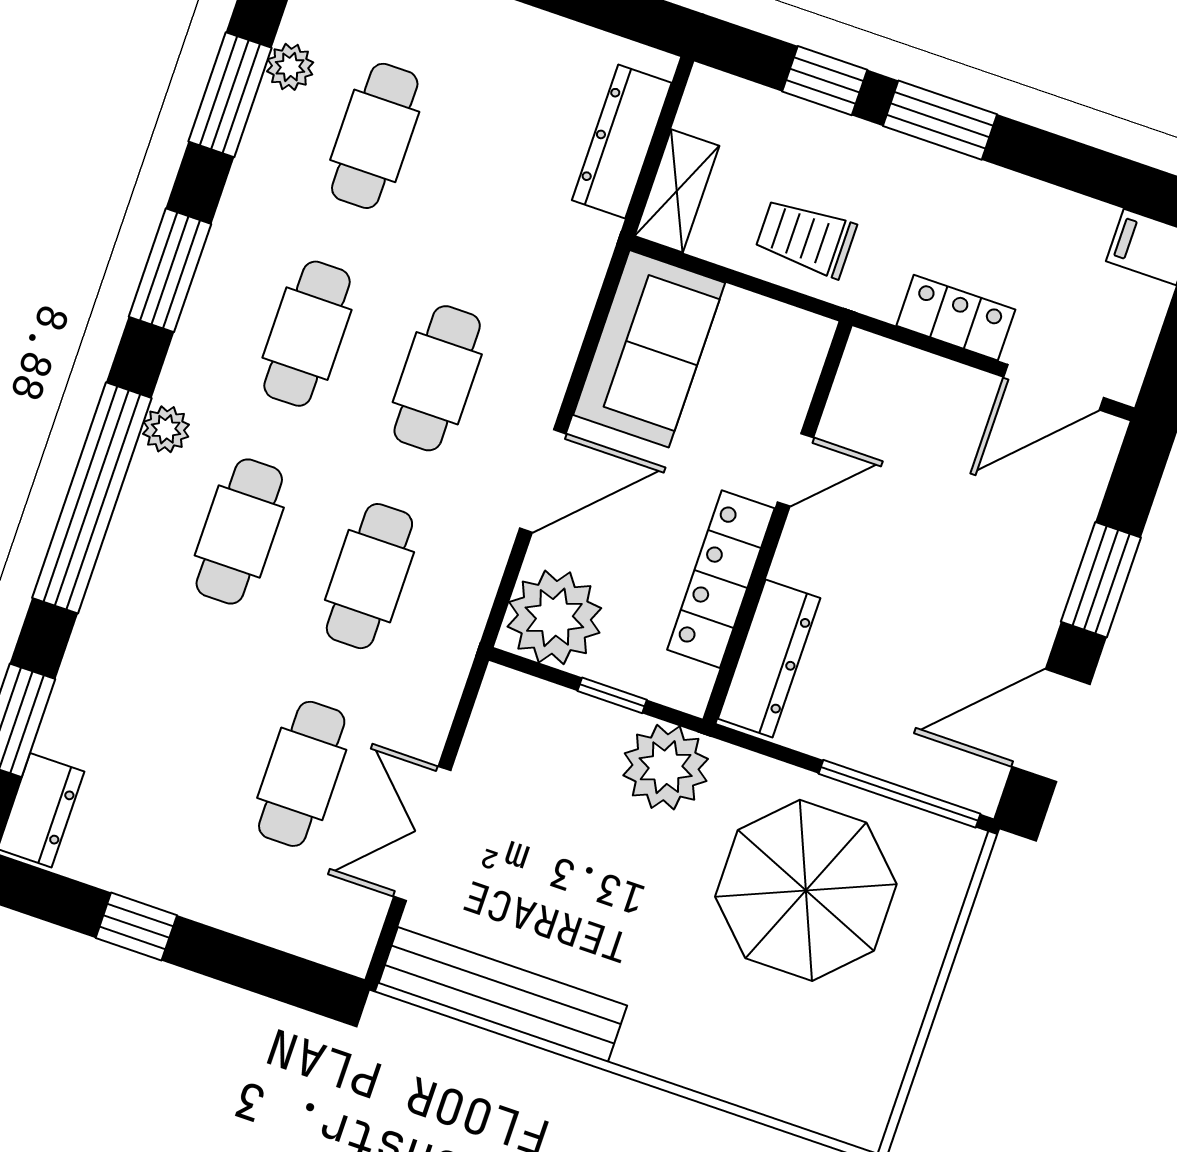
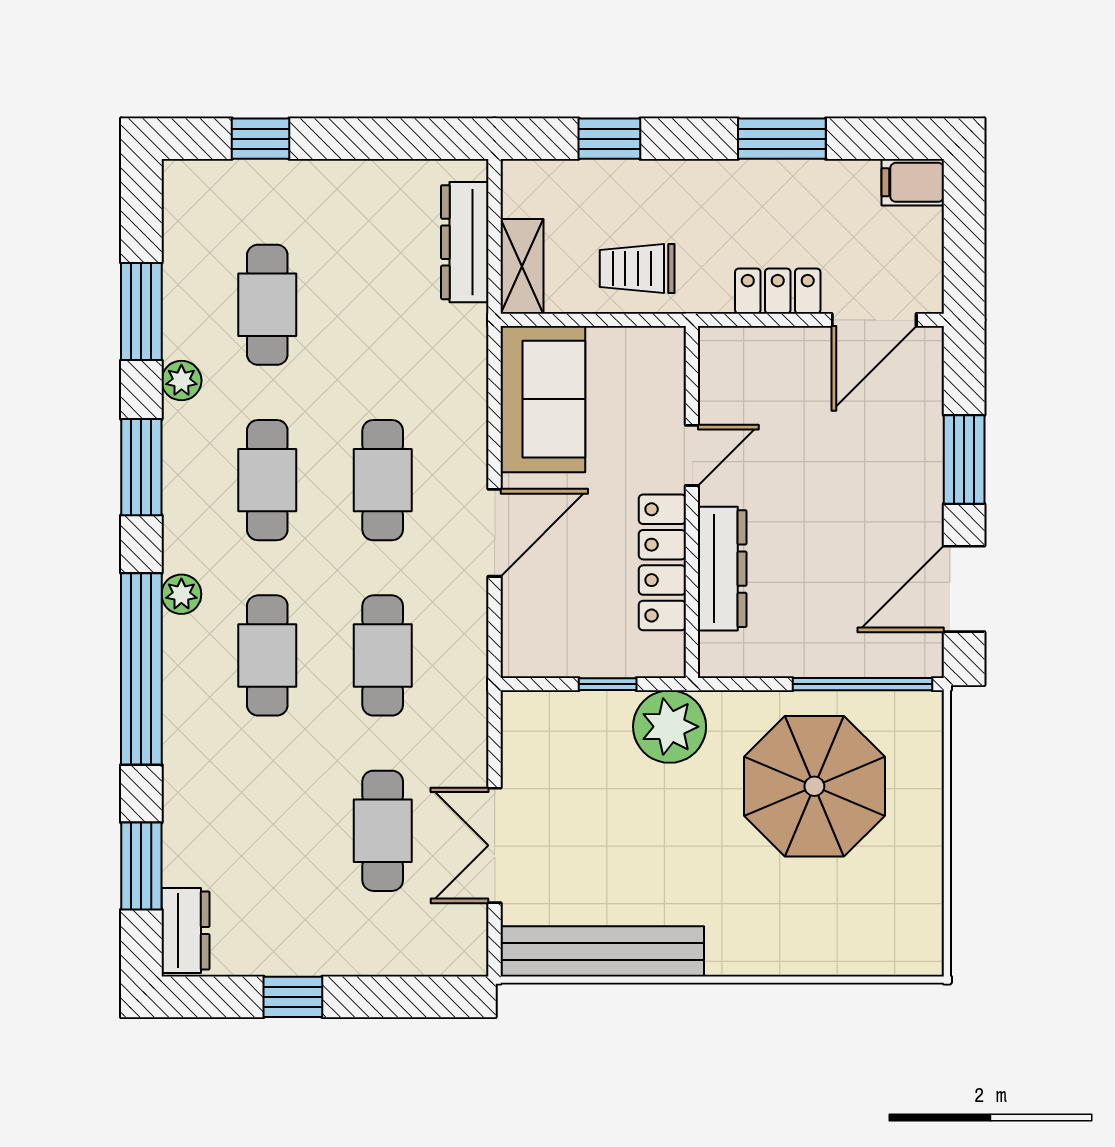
plant: (290, 67) -> (181, 381), moved
window: (940, 120) -> (782, 139), moved
plant: (554, 617) -> (541, 638), removed
dresser: (769, 658) -> (722, 569), moved

